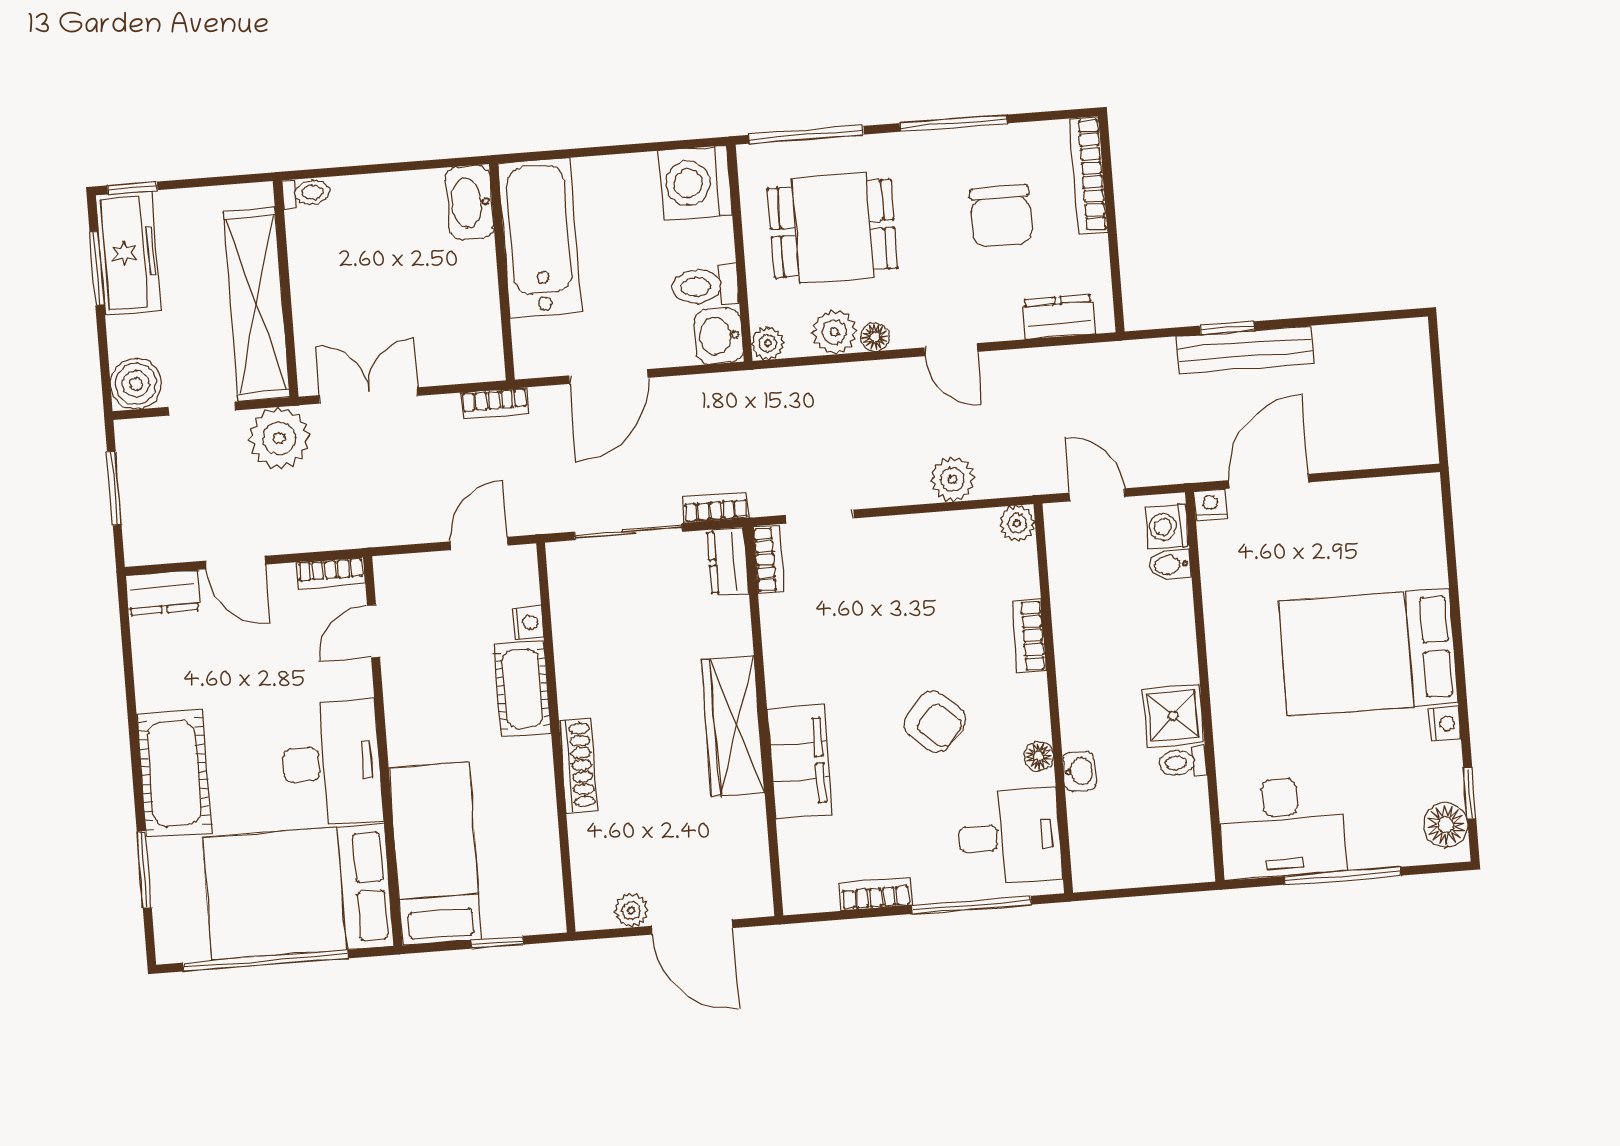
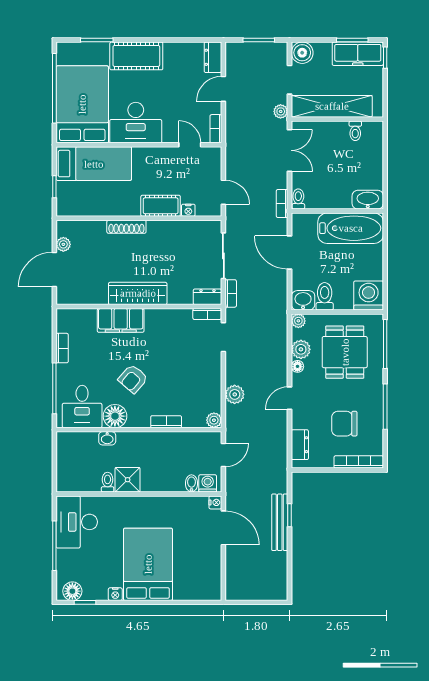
toilet: (306, 193) -> (355, 131), moved
toilet: (481, 366) -> (298, 199), added
plant: (279, 438) -> (281, 111), width x0.53, depth x0.53
floor lamp: (1039, 756) -> (115, 416), width x1.89, depth x1.89

